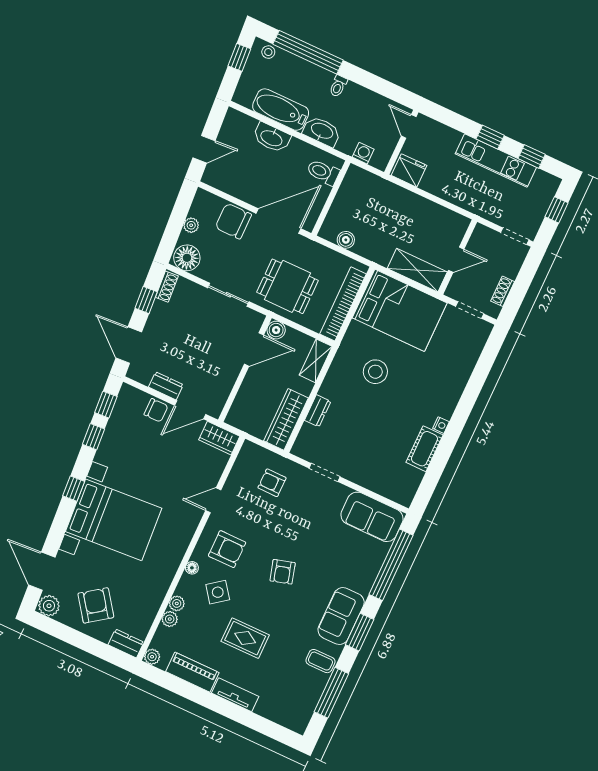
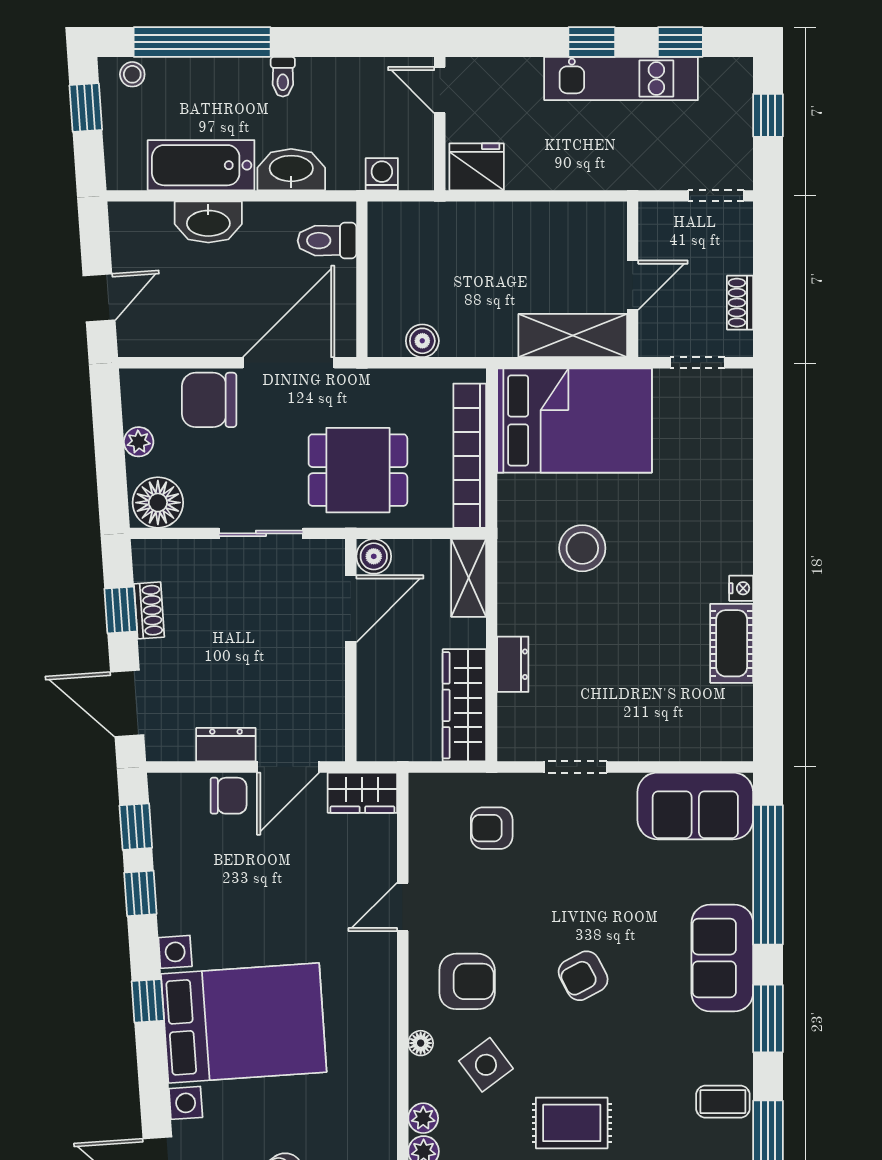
shoe rack: (167, 287) -> (149, 610), moved
armchair: (283, 572) -> (583, 976), turned 78
sofa: (341, 616) -> (722, 958), moved

